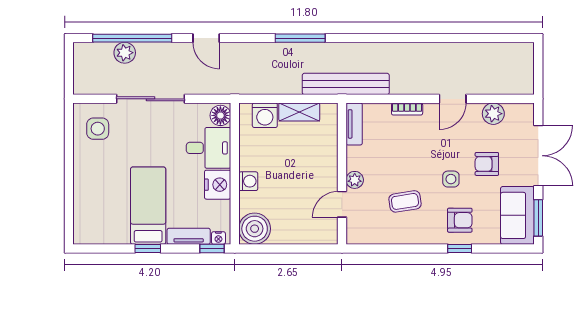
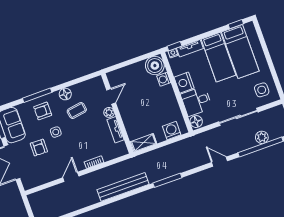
bench: (346, 84) -> (123, 187), moved
shelving: (299, 112) -> (144, 143), moved
plant: (493, 114) -> (45, 177), removed
tv unit: (354, 124) -> (116, 130), moved
armchair: (487, 164) -> (39, 148), turned 91
washing machine: (248, 181) -> (164, 79), moved
bed: (110, 202) -> (240, 51), added
floor lamp: (414, 234) -> (65, 94), added
window: (148, 248) -> (236, 24), moved
window: (460, 248) -> (37, 95), width x2.17

